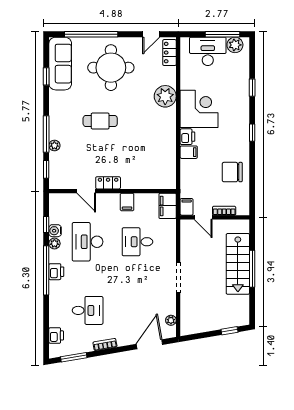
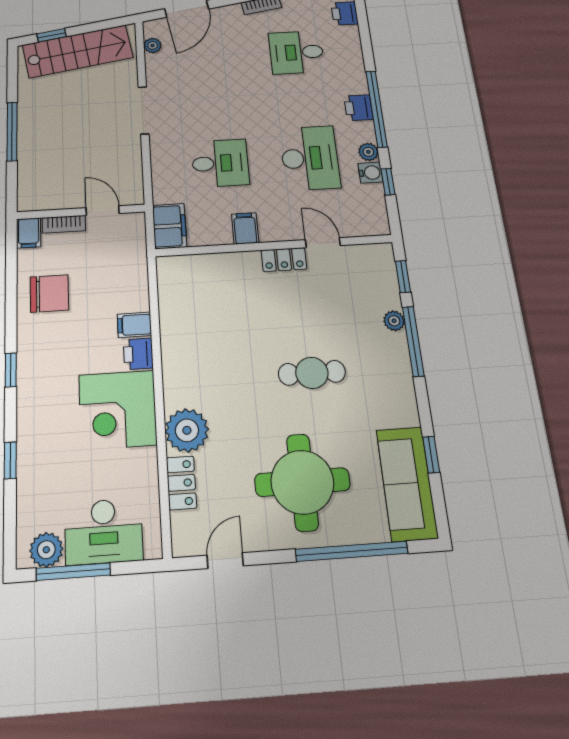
locker: (169, 53) -> (181, 483), moved
filing cabinet: (187, 207) -> (29, 233), moved
stairs: (238, 264) -> (78, 51), moved, turned 80

